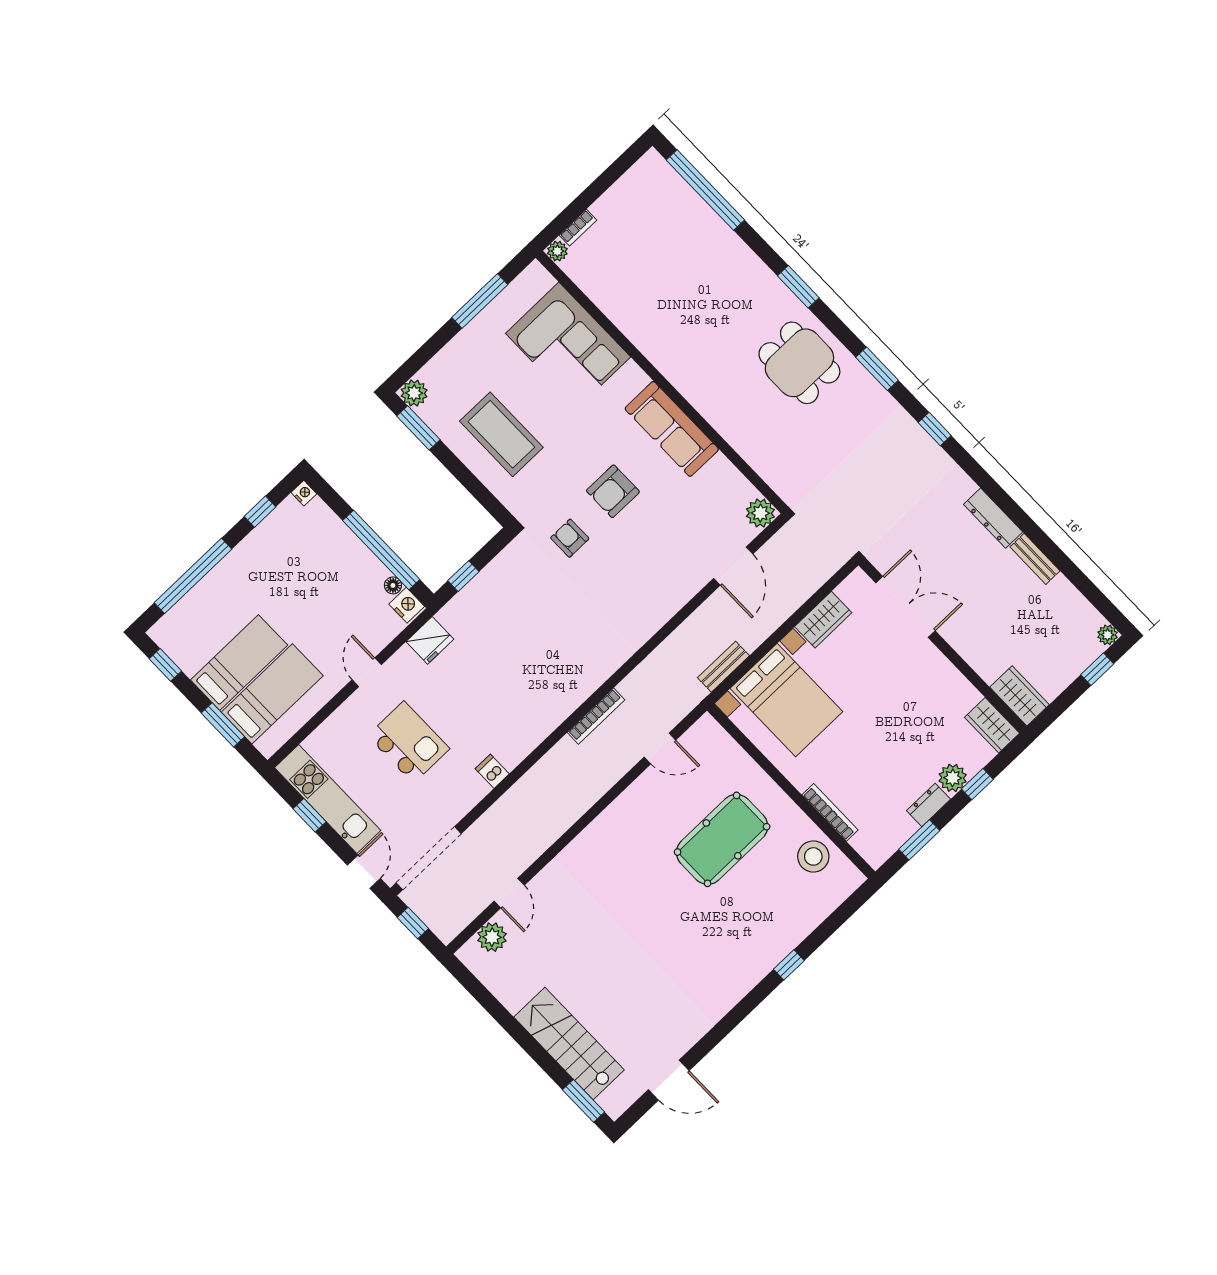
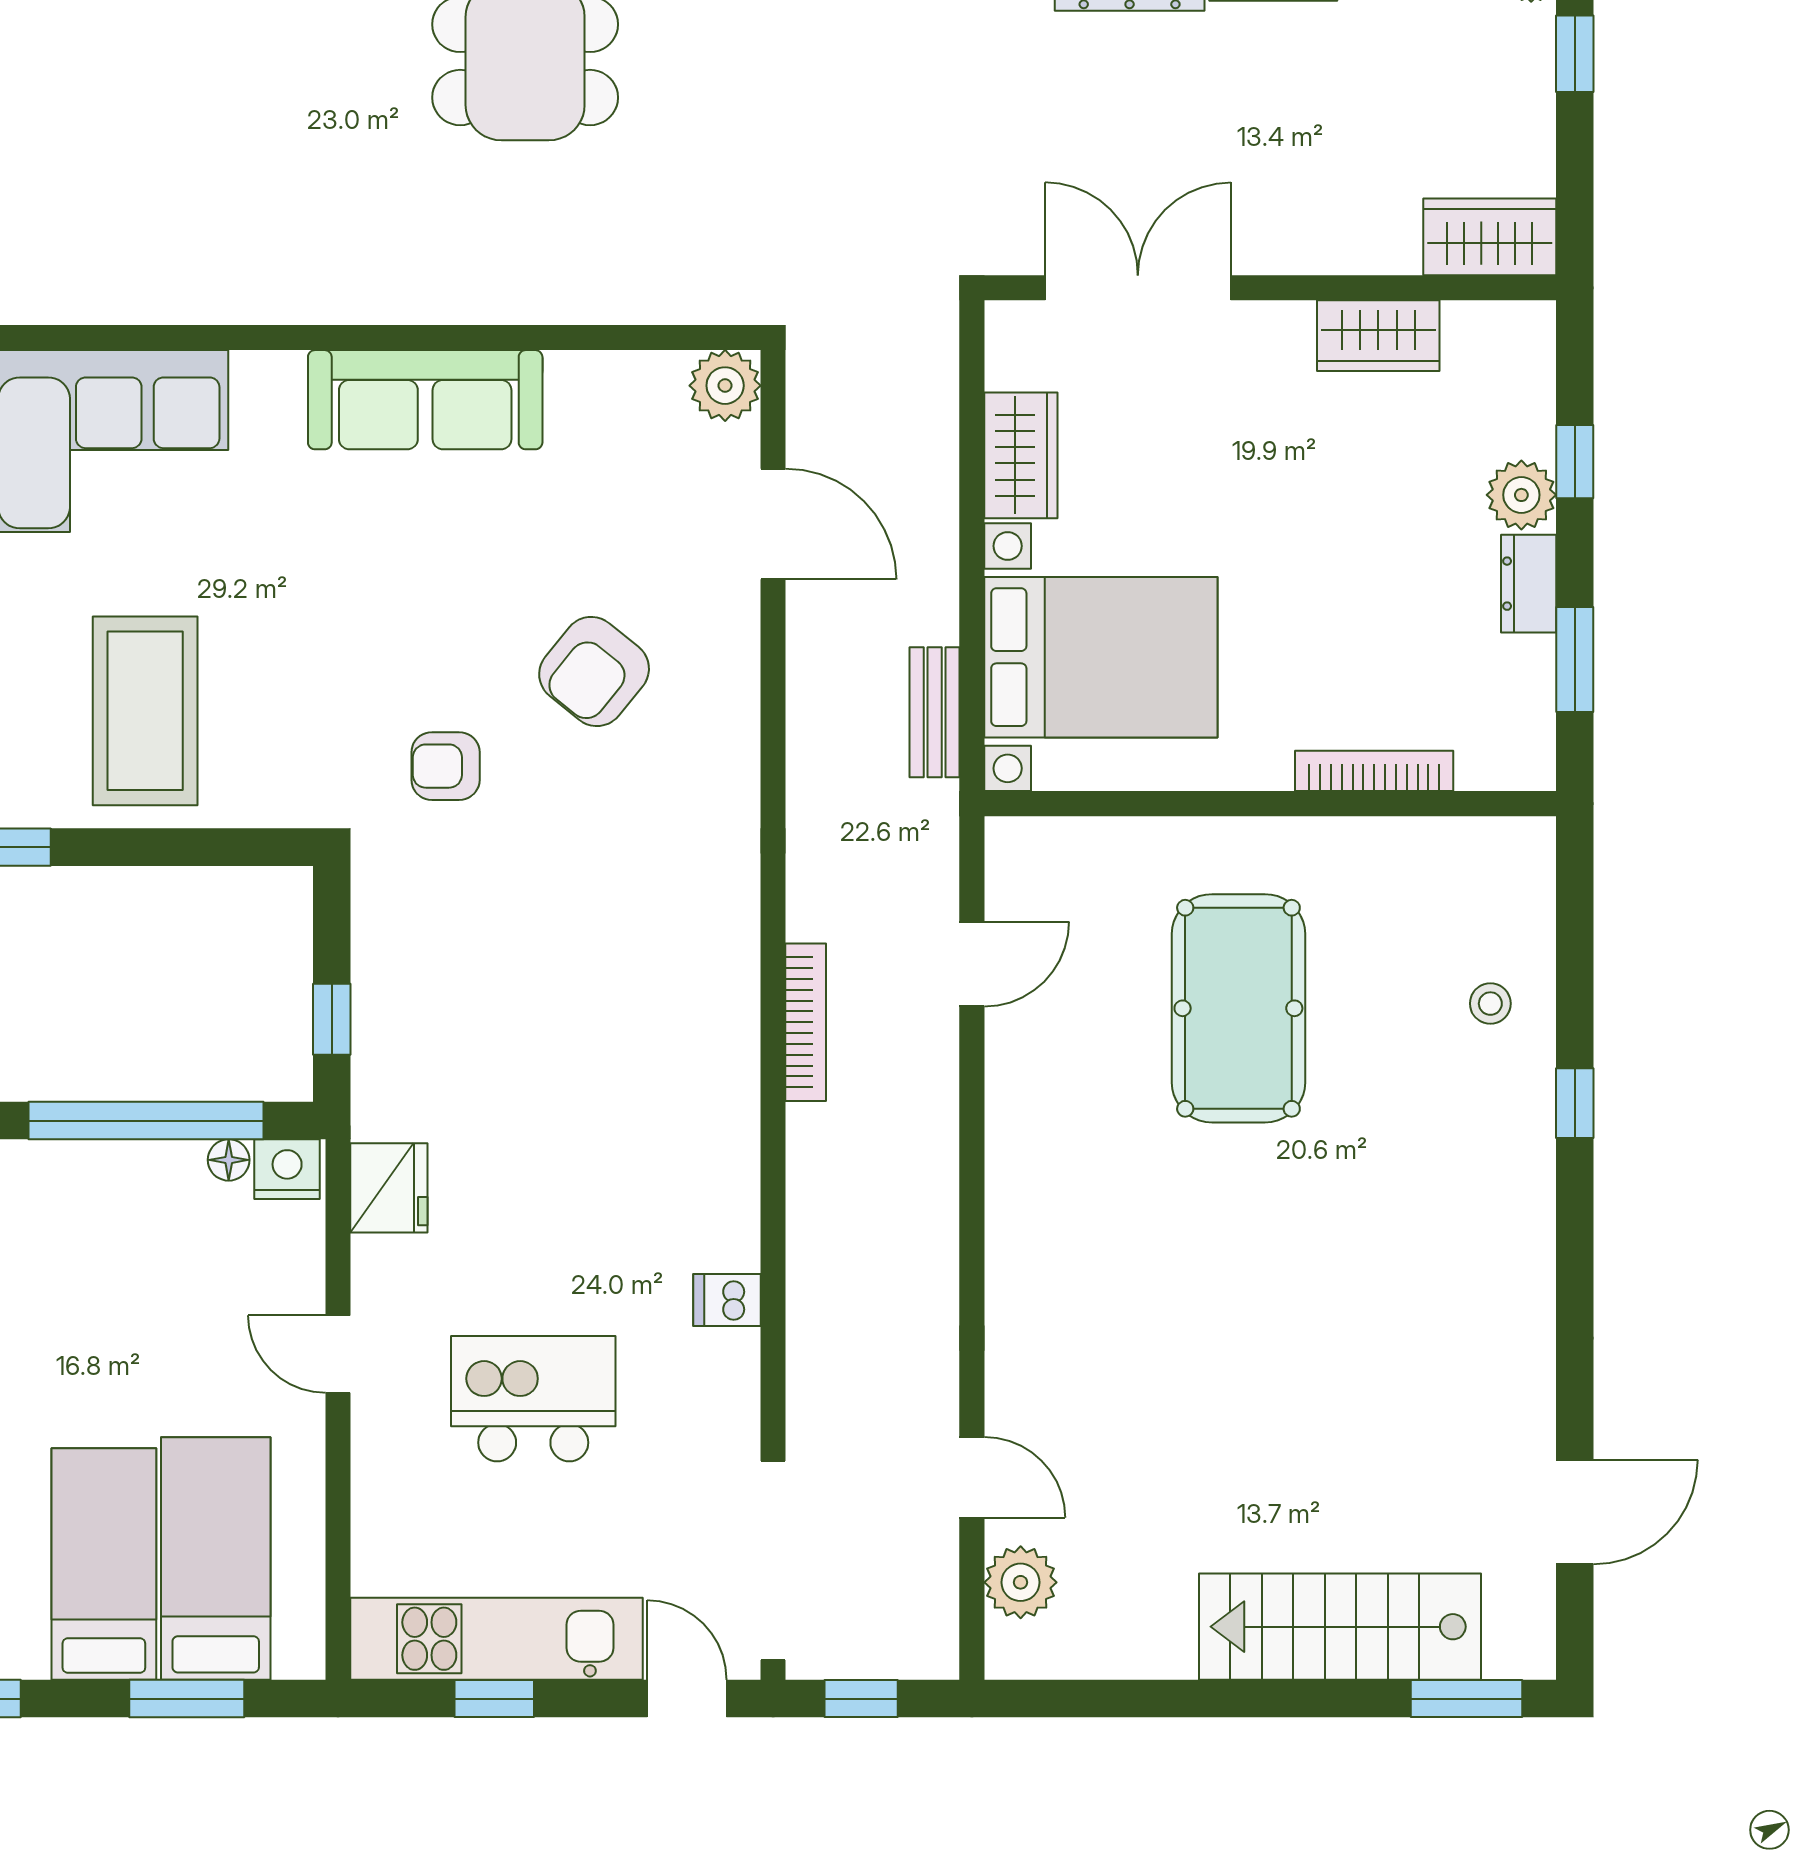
coffee table: (501, 434) -> (145, 711), turned 90
armchair: (613, 491) -> (594, 671), moved, turned 39
wardrobe: (992, 725) -> (1378, 336), moved
stool: (813, 856) -> (1490, 1004), moved, width x0.53, depth x0.53

